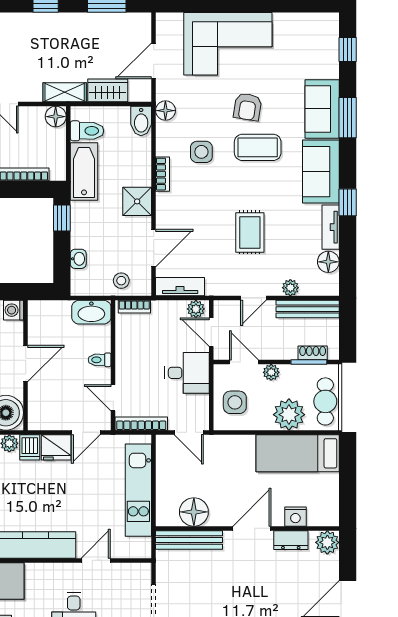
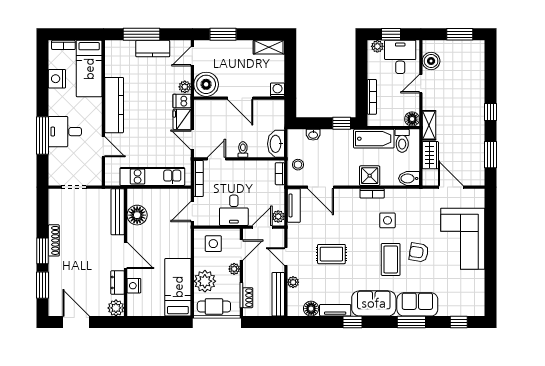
floor lamp: (165, 111) -> (416, 195), removed
shower: (137, 201) -> (370, 176), moved

